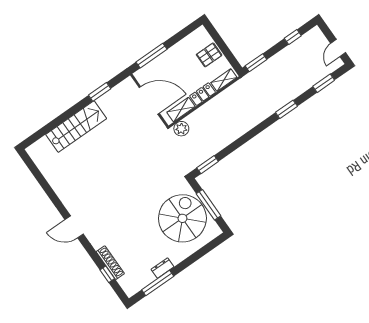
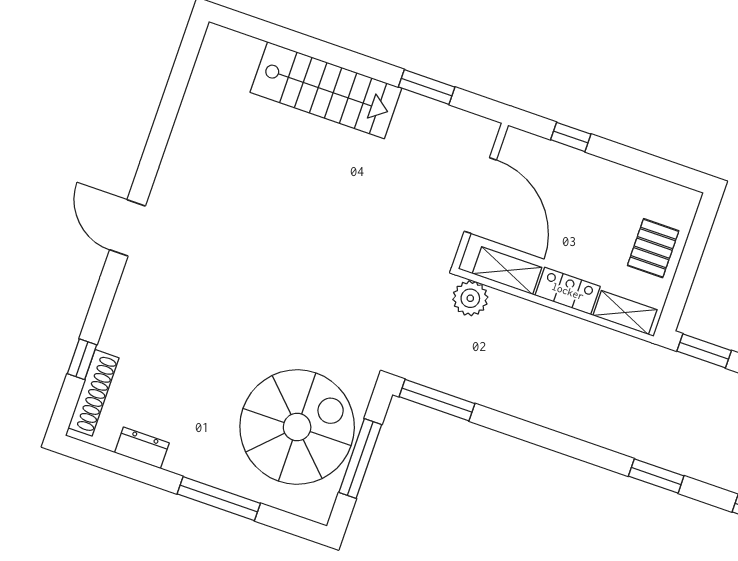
pallet: (209, 55) -> (653, 248), turned 90
window: (152, 56) -> (571, 137), width x0.46
window: (208, 165) -> (437, 400), width x1.44
shoe rack: (110, 263) -> (94, 393), moved
dresser: (162, 268) -> (142, 448), moved
window: (158, 283) -> (219, 499), moved

